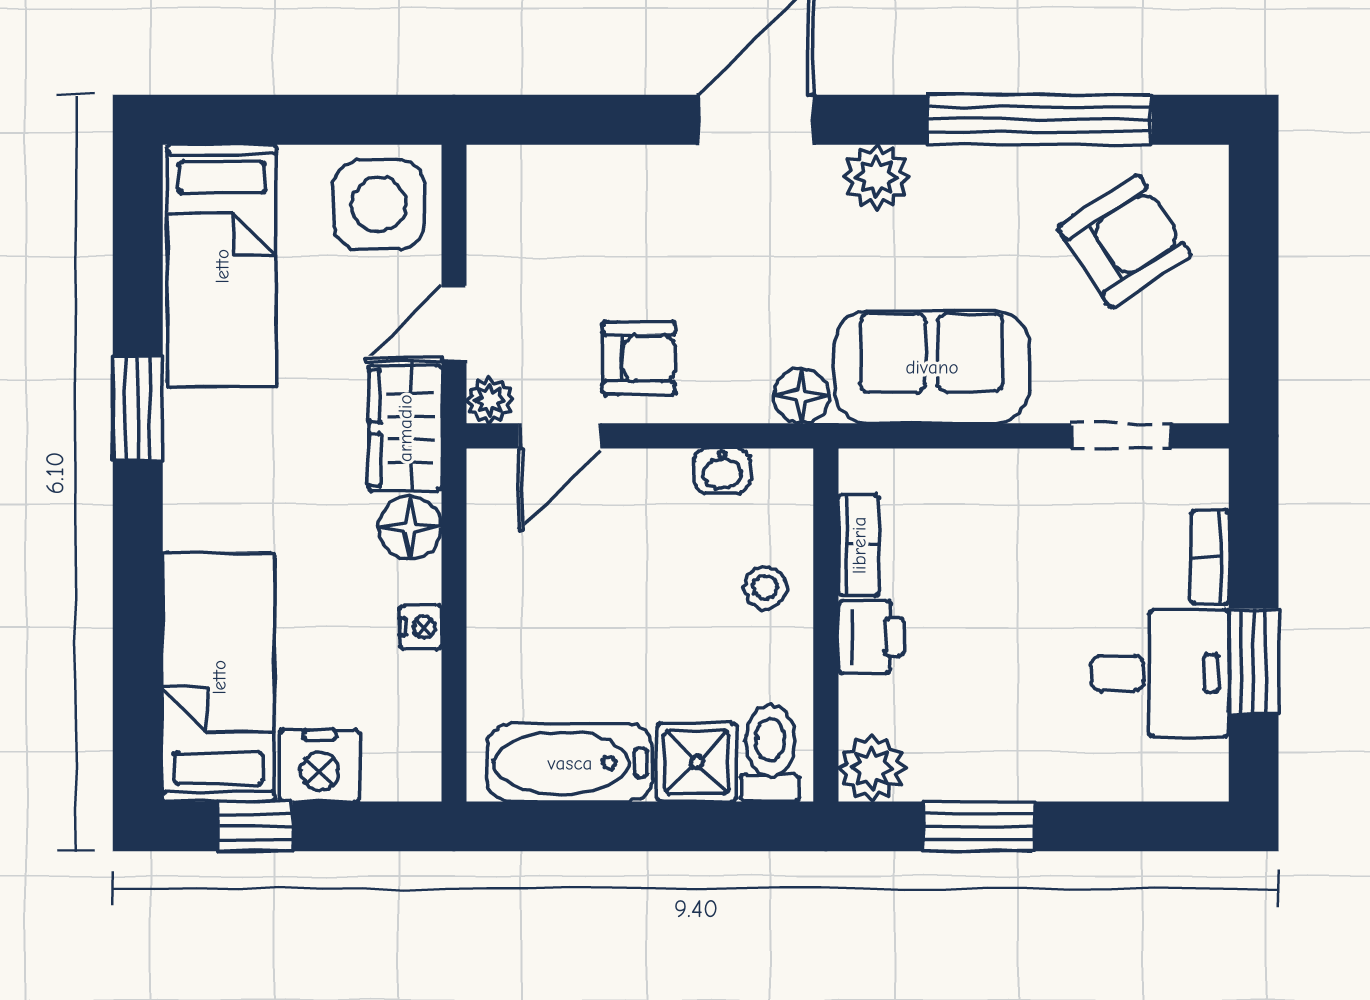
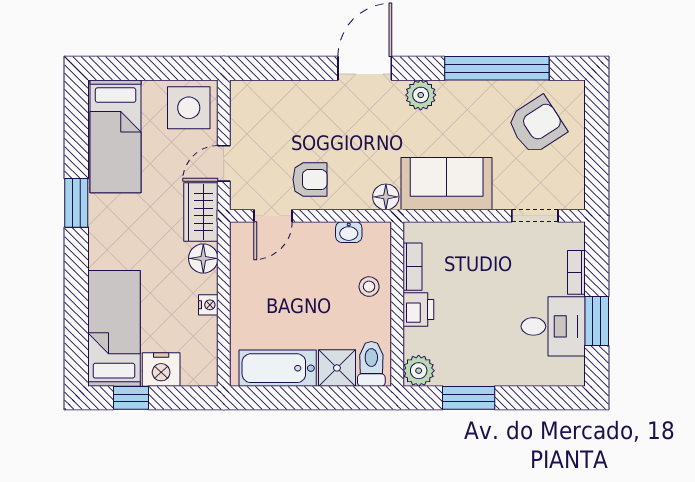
plant: (490, 400) -> (240, 199), removed

